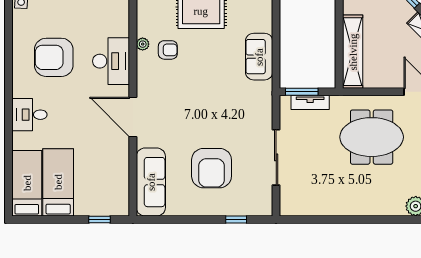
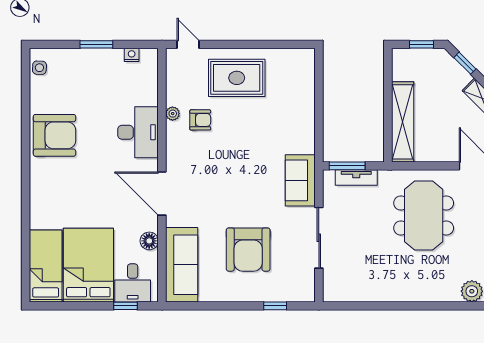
armchair: (54, 57) -> (55, 135), moved, turned 180
sofa: (259, 57) -> (300, 180), moved
desk: (29, 115) -> (133, 283), moved, turned -90
meeting table: (372, 137) -> (424, 216), turned 90
floor lamp: (121, 160) -> (149, 241), added
bed: (58, 182) -> (88, 265), width x1.50

